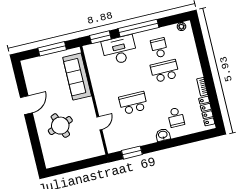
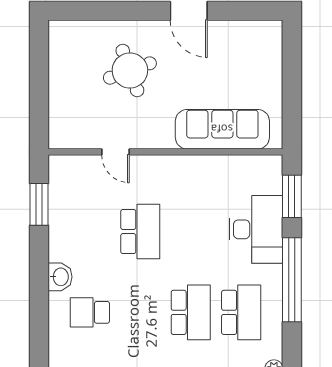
school desk: (159, 48) -> (241, 312), width x1.85
window: (52, 49) -> (292, 92), removed

